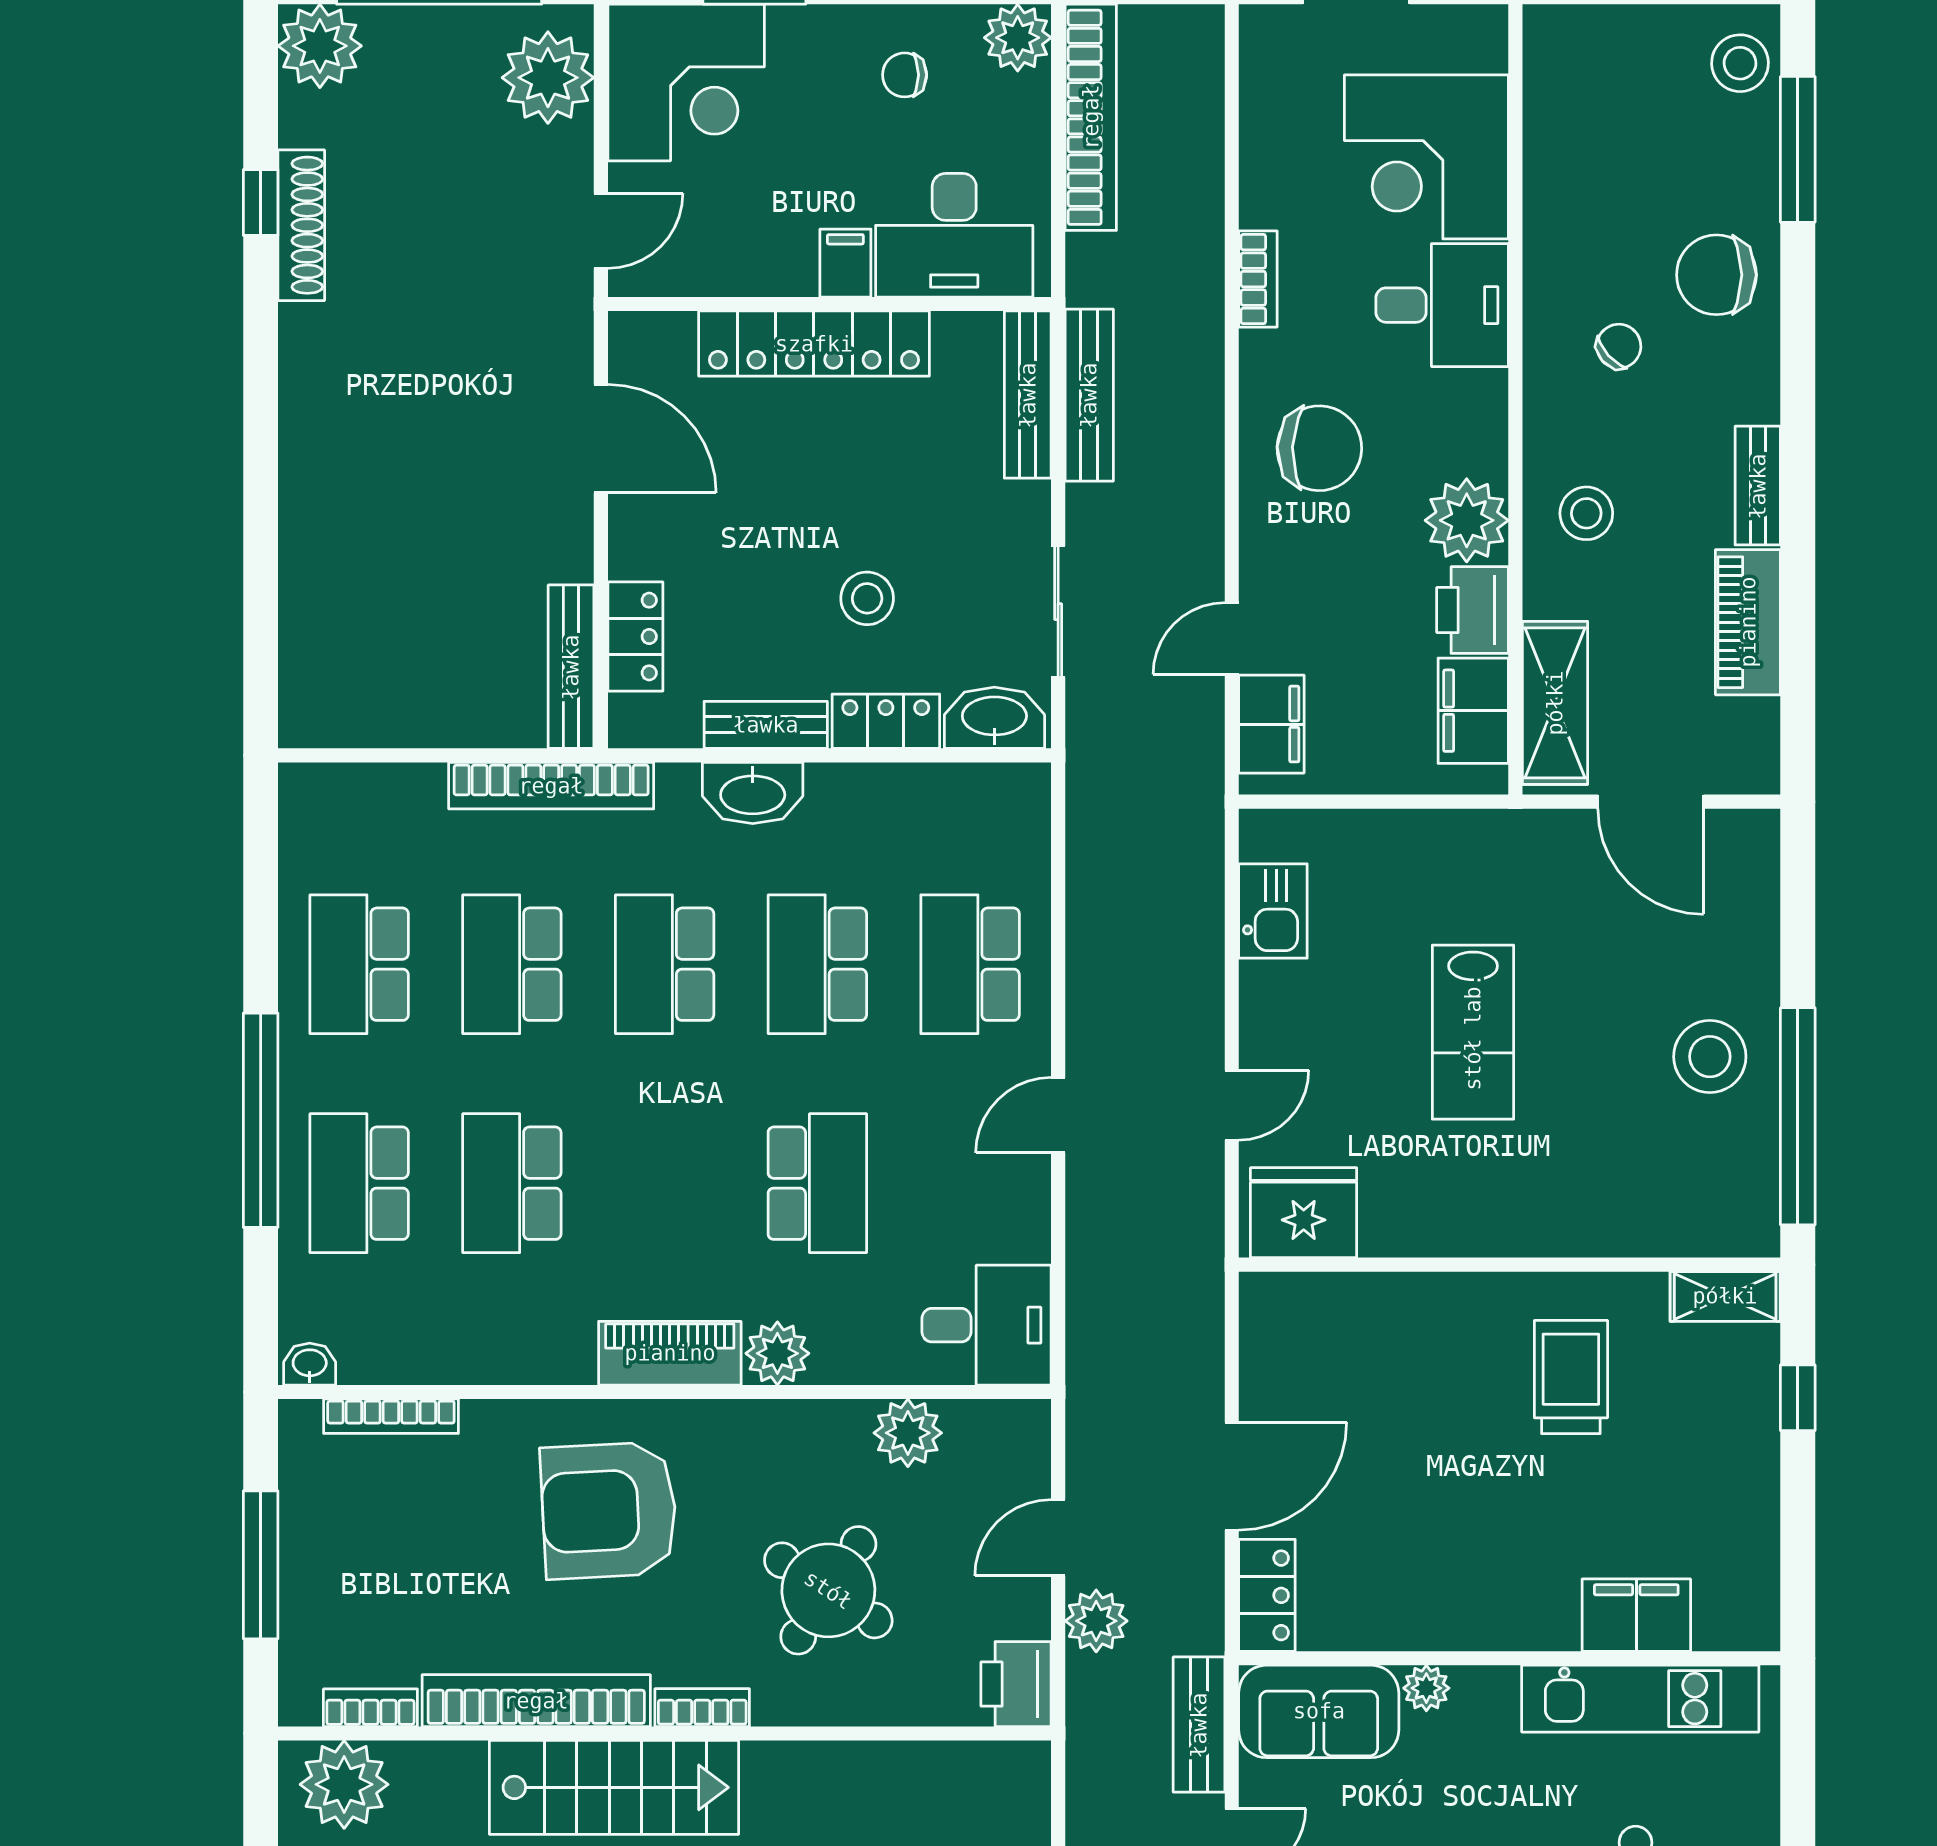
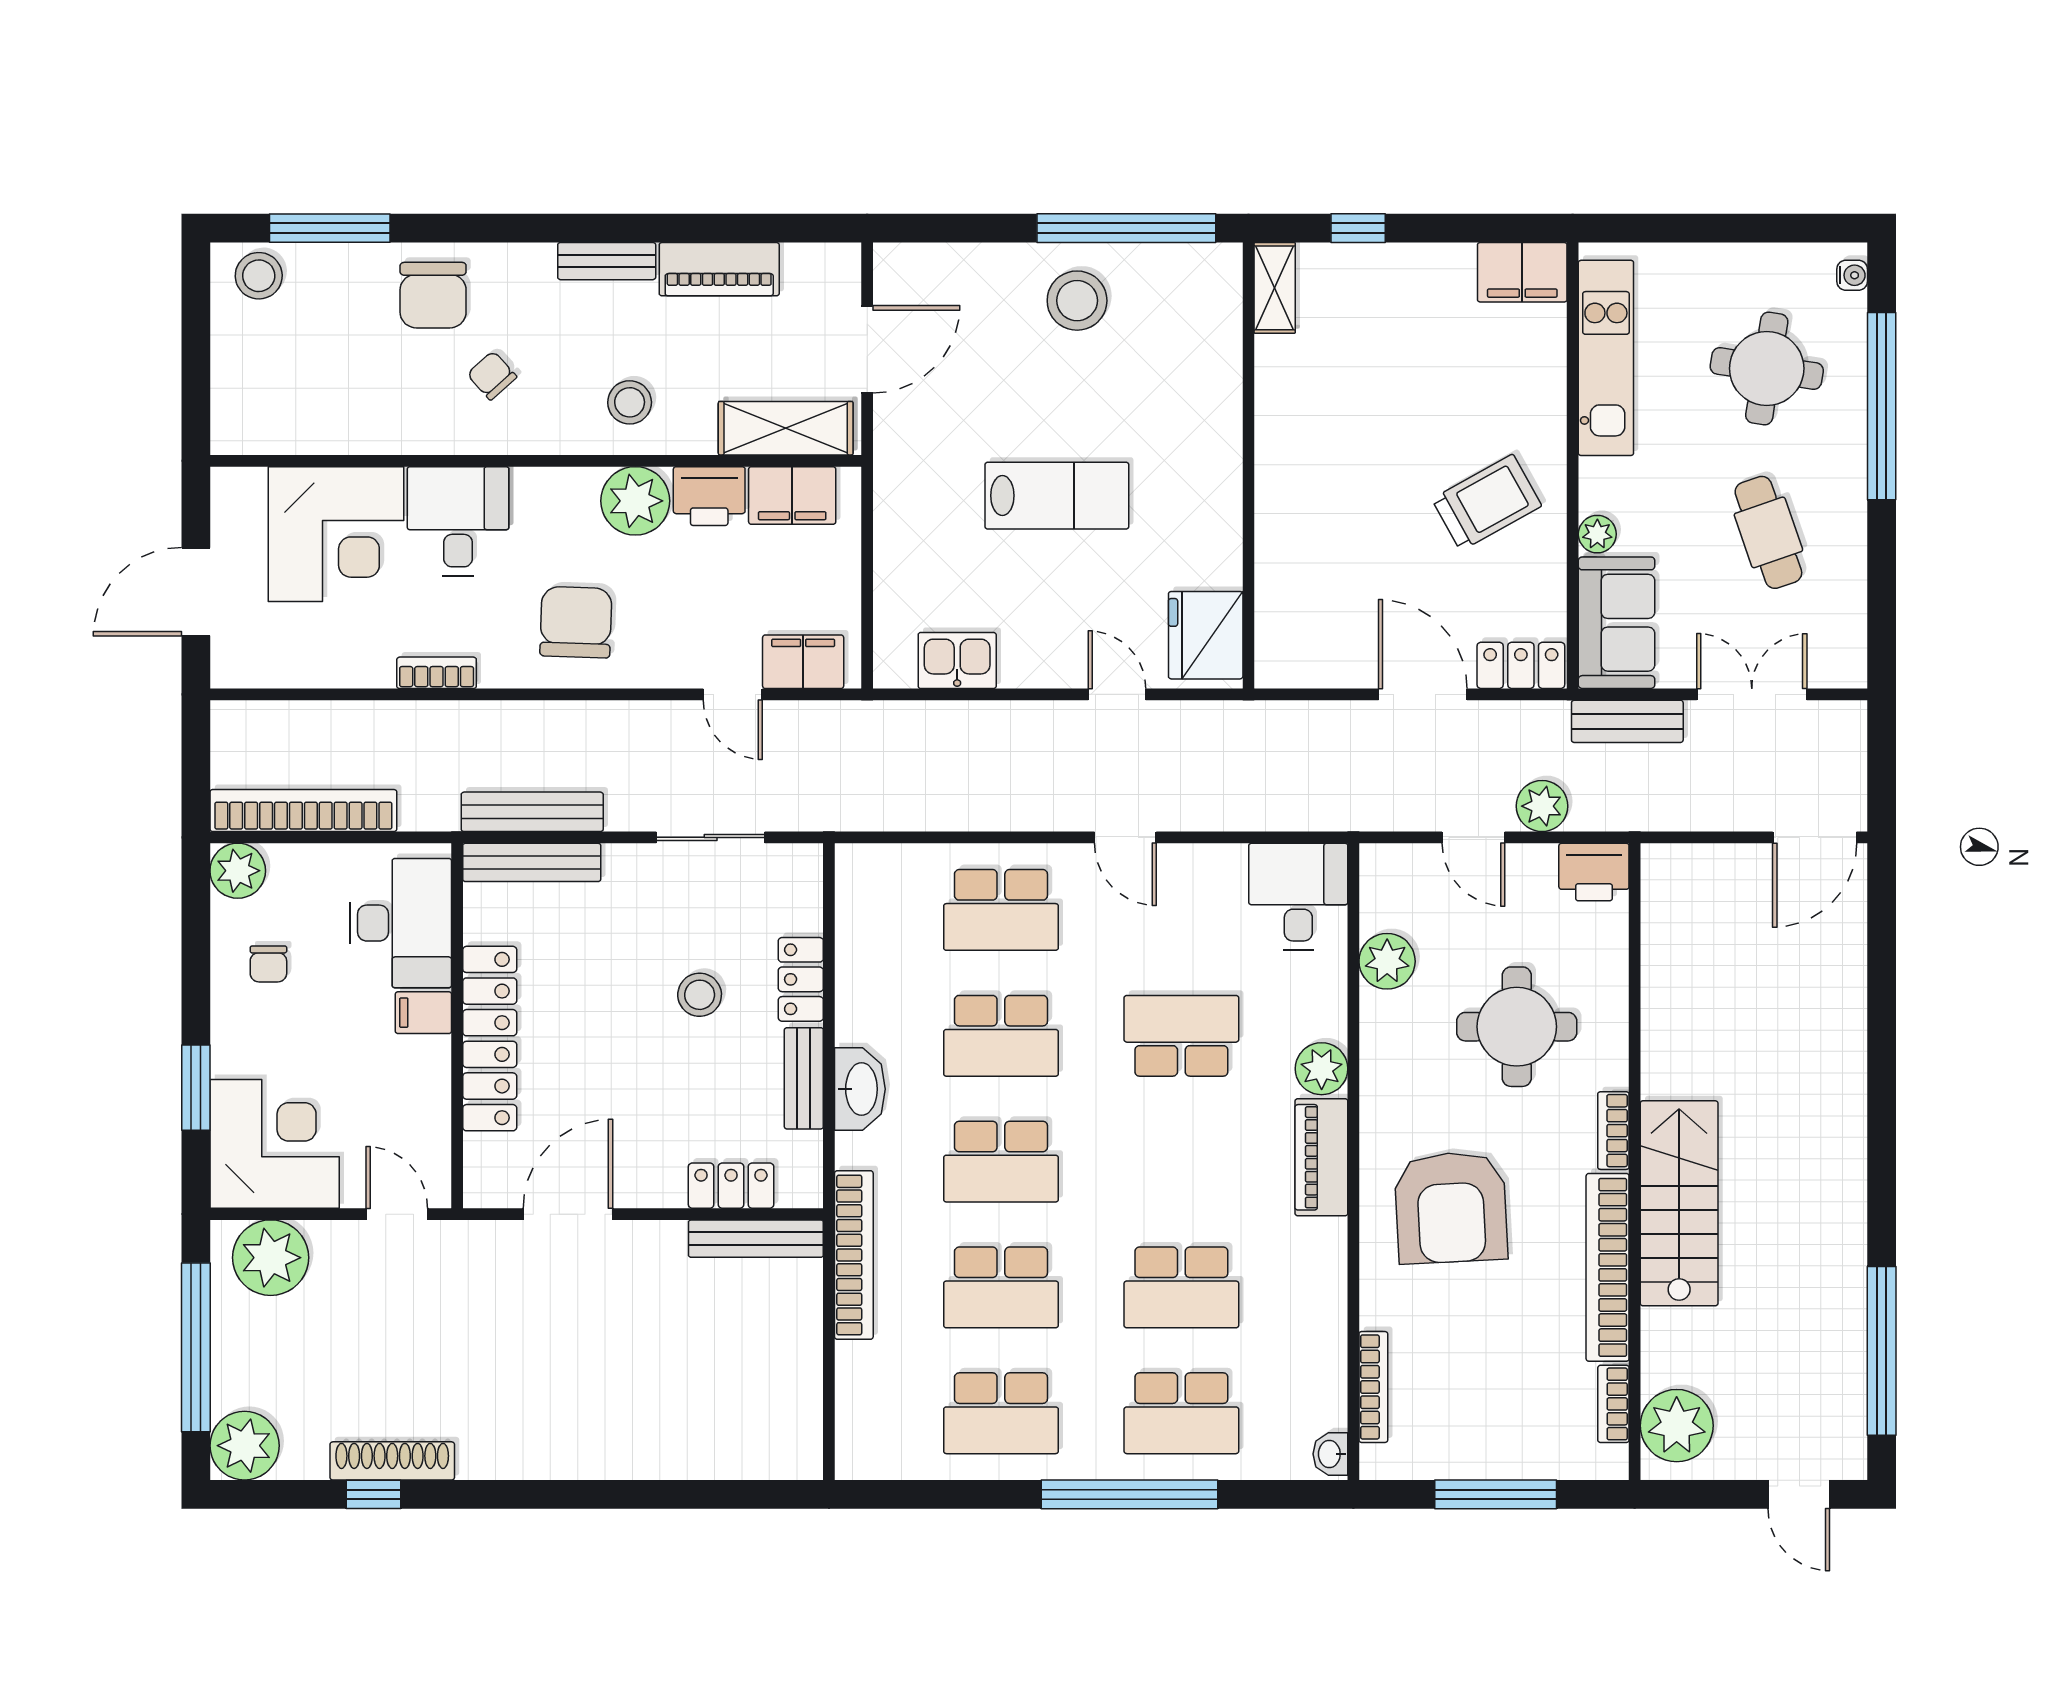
washbasin: (994, 718) -> (798, 890), removed
trolley: (1571, 1377) -> (1487, 502), moved, turned 151
round table: (828, 1590) -> (1517, 1027), turned -33
filing cabinet: (1636, 1615) -> (1522, 272), moved, turned -90

